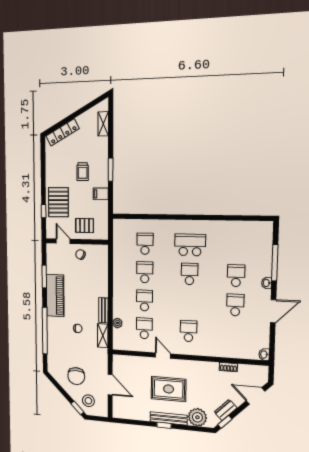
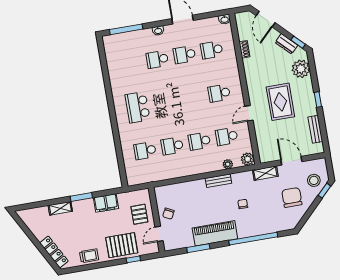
shelving: (103, 124) -> (60, 208), moved
trolley: (83, 172) -> (89, 256), moved
filing cabinet: (101, 194) -> (106, 203), width x2.00
window: (275, 263) -> (126, 29), moved
school desk: (190, 274) -> (212, 50), moved
shelving: (103, 336) -> (265, 173), moved
plant: (119, 343) -> (248, 159), added
chair: (76, 376) -> (292, 197), turned -90
door: (110, 385) -> (291, 161), hinge flipped
bench: (169, 418) -> (315, 129), moved, width x0.73

